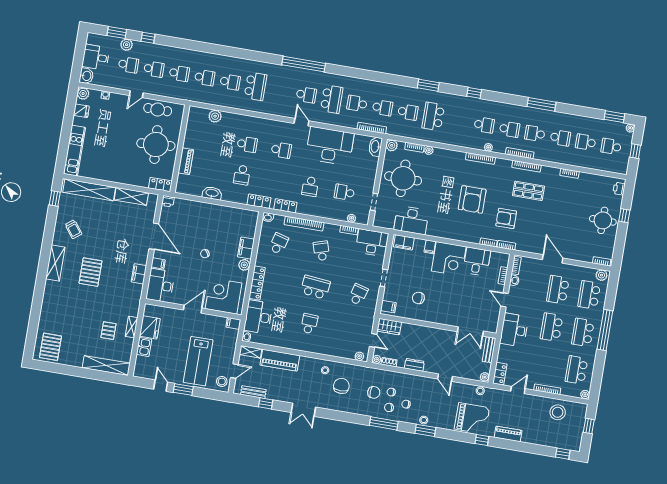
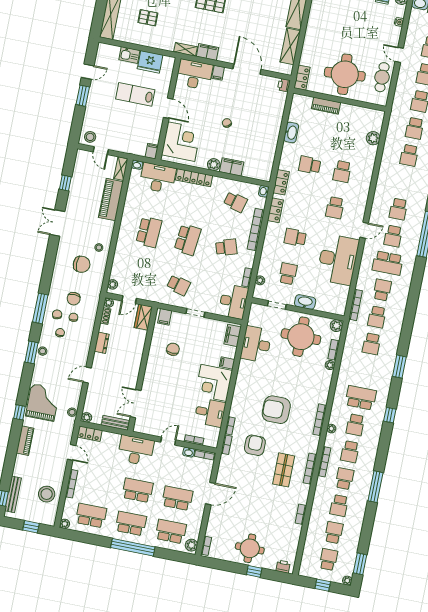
school desk: (255, 86) -> (398, 209), moved, width x0.54
school desk: (433, 116) -> (361, 398), moved
washbasin: (375, 146) -> (305, 302), moved
door: (154, 236) -> (247, 69), swing flipped
school desk: (309, 324) -> (149, 232), width x1.85
shelving: (132, 327) -> (185, 49), moved
lab bench: (198, 361) -> (135, 94), moved, width x0.73, depth x0.72
bench: (253, 392) -> (13, 494), moved, width x1.36
grand piano: (472, 418) -> (43, 402), turned 180

